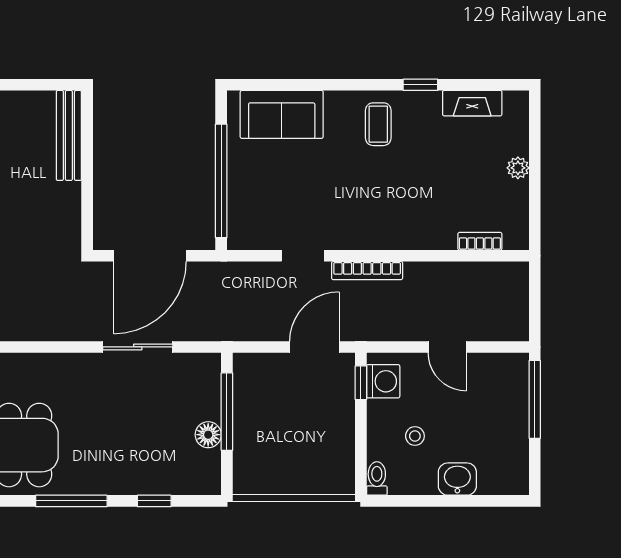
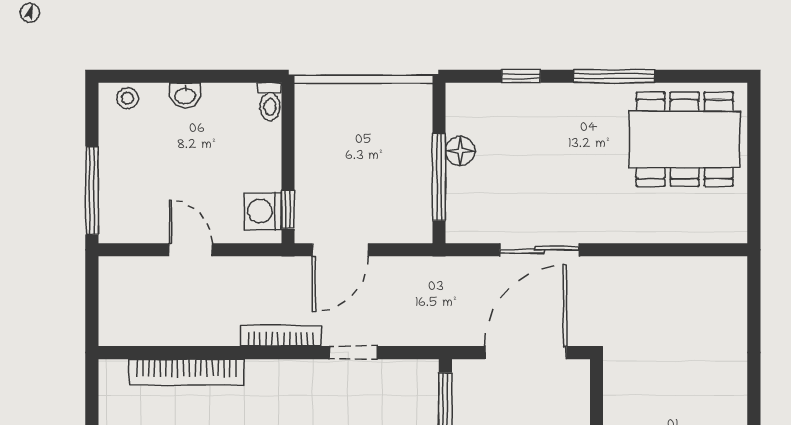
bookcase: (480, 241) -> (186, 372), width x2.31, depth x1.31
stool: (415, 436) -> (127, 98), moved
washbasin: (457, 479) -> (185, 95), width x0.72, depth x0.69

